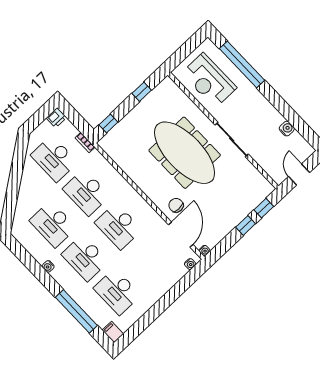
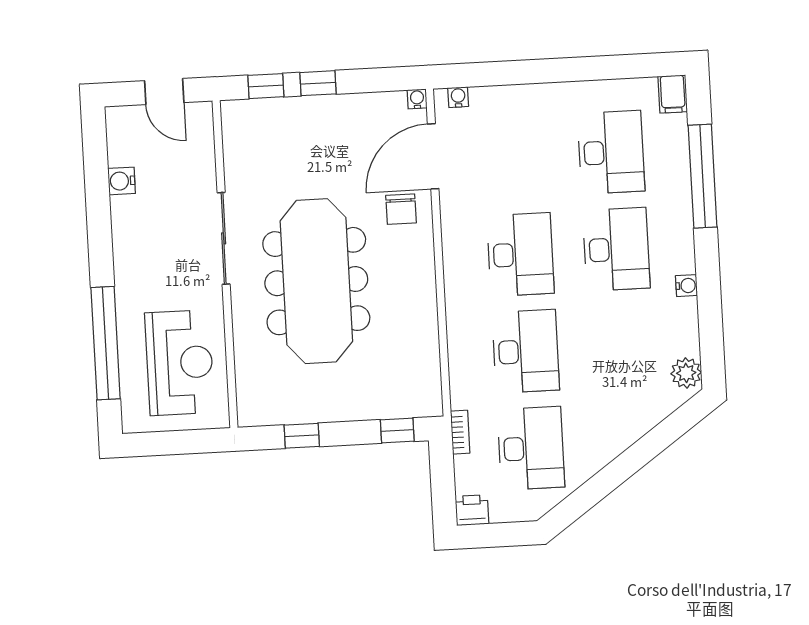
door: (299, 174) -> (164, 92), hinge flipped
desk: (53, 224) -> (622, 346), removed
plant: (21, 234) -> (686, 373), added

